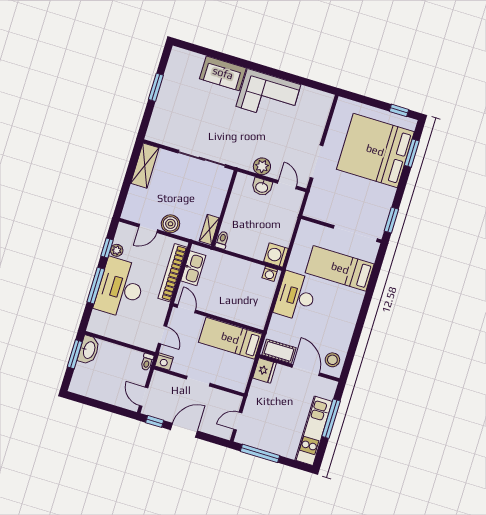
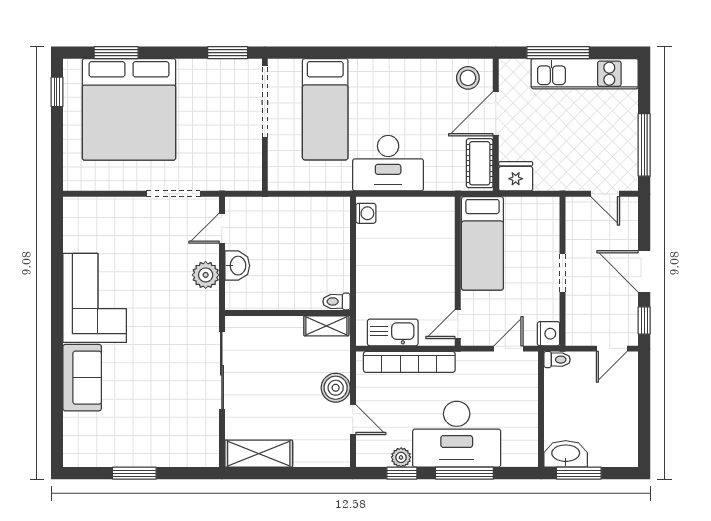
washing machine: (276, 255) -> (334, 212), removed

